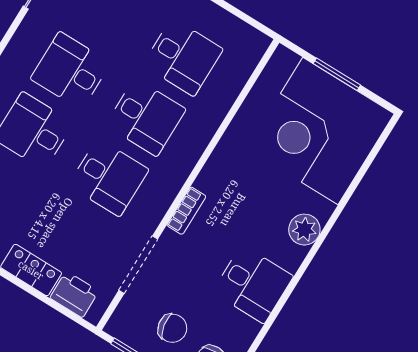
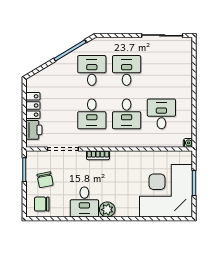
water cooler: (261, 42) -> (188, 143), added
desk: (183, 57) -> (161, 114), turned 180
plant: (304, 230) -> (107, 210), moved

